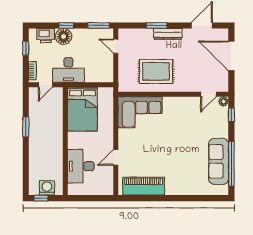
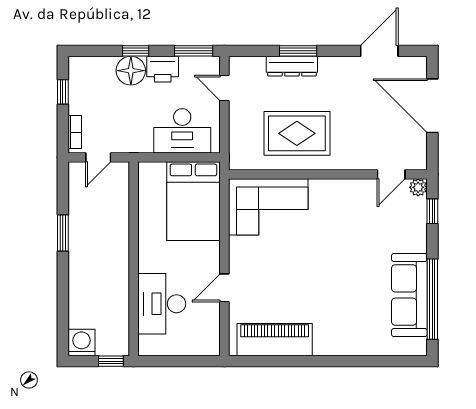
dresser: (168, 34) -> (292, 66), moved
printer: (46, 36) -> (163, 69), moved
desk: (68, 70) -> (182, 131), moved
bed: (82, 109) -> (193, 201), moved
washing machine: (47, 188) -> (82, 343), moved
window: (41, 198) -> (111, 361), moved

